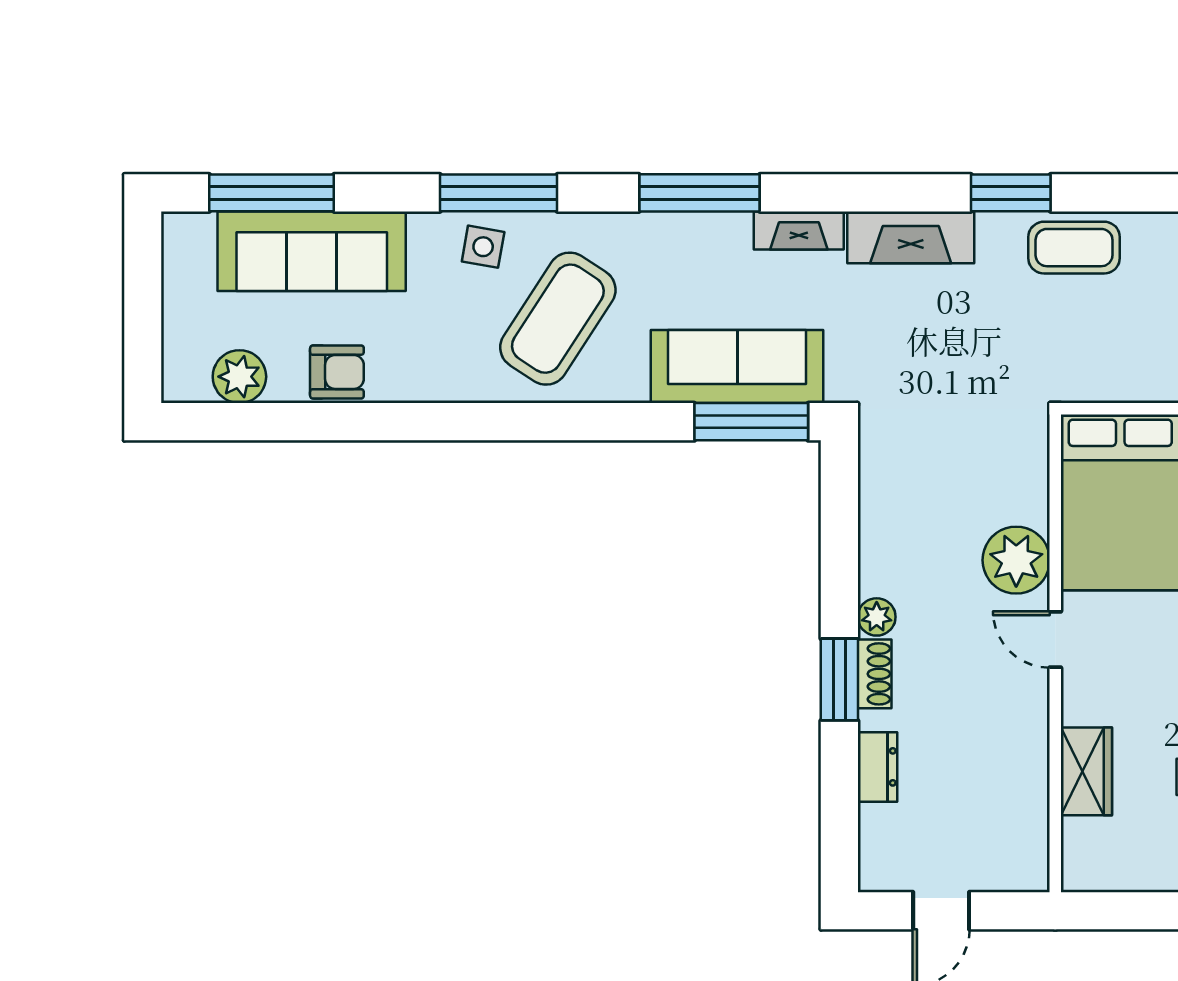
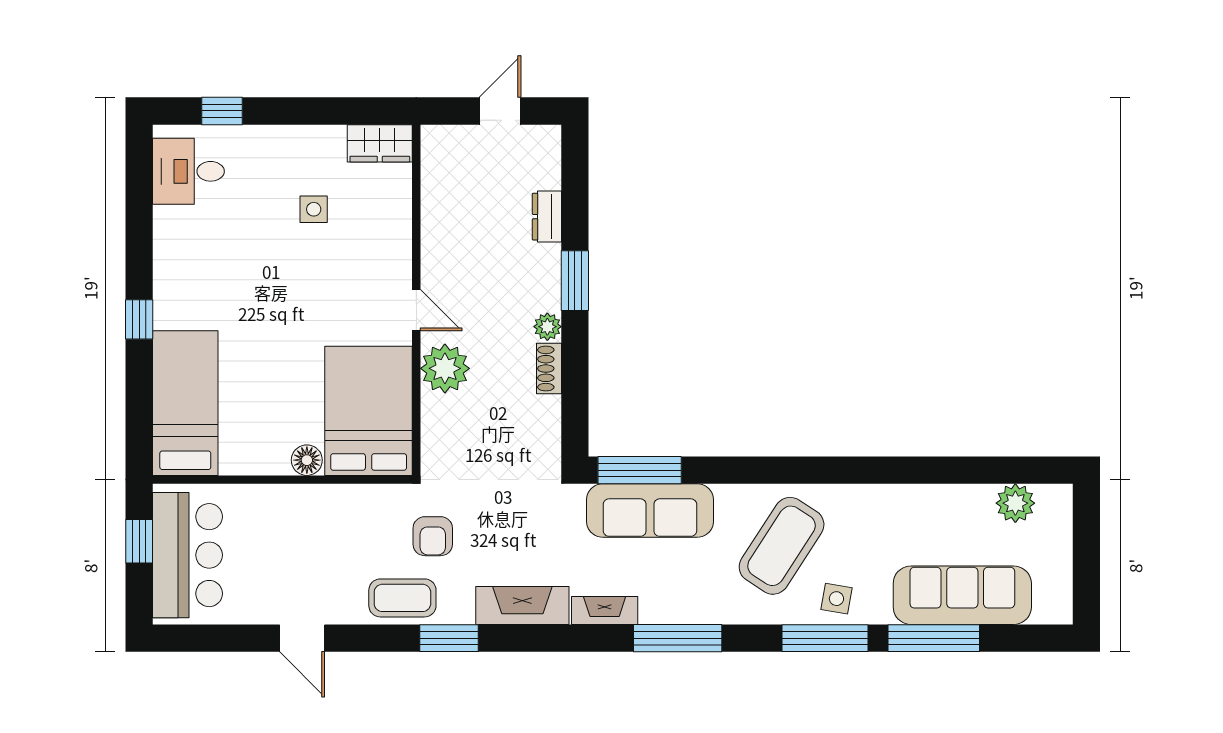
window: (272, 193) -> (934, 638), moved
armchair: (337, 372) -> (433, 536), moved, turned -90
shoe rack: (875, 674) -> (549, 369), moved
wardrobe: (1086, 771) -> (380, 143), moved, turned -90

